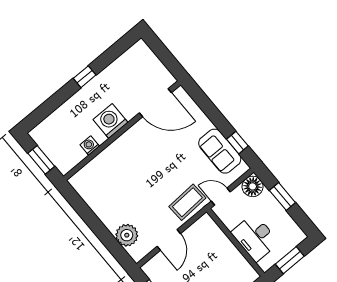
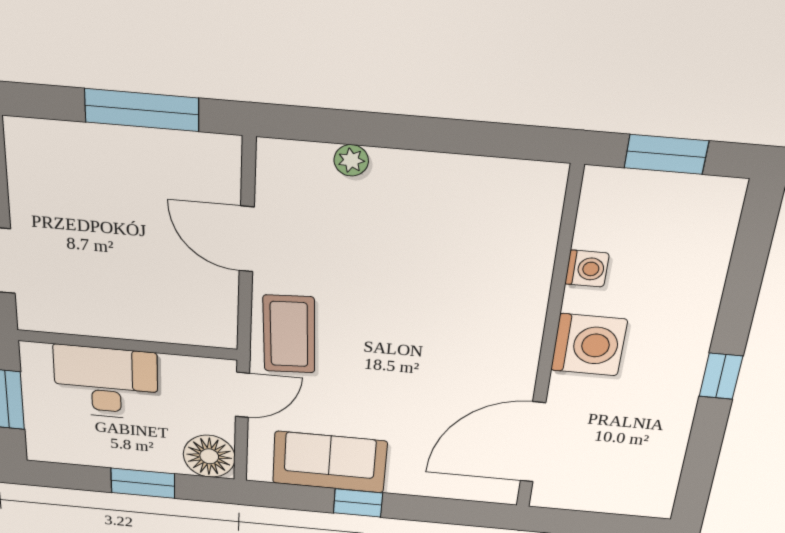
window: (237, 143) -> (358, 503), moved
plant: (127, 235) -> (351, 160), width x0.53, depth x0.53

